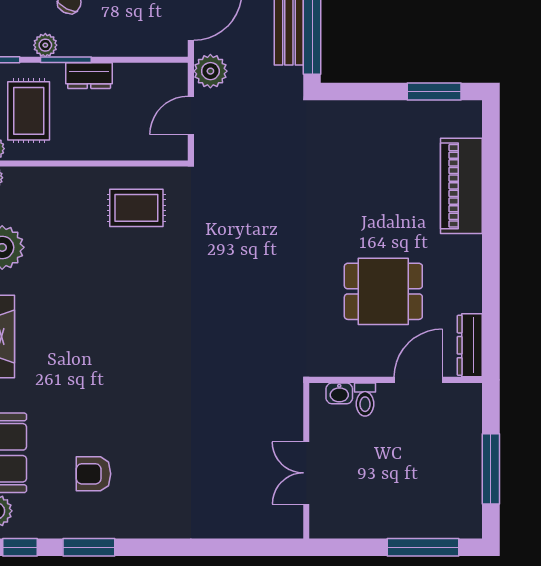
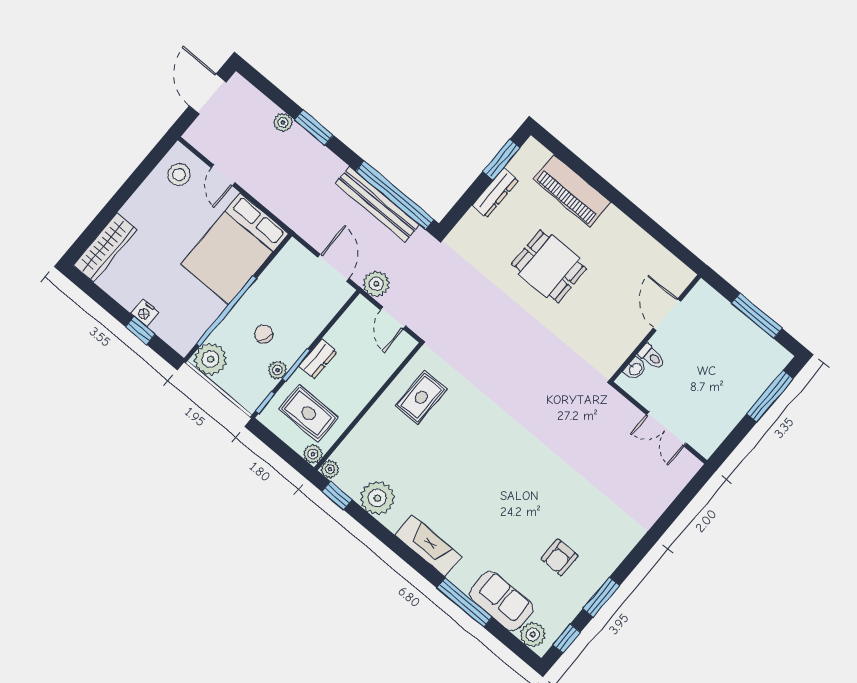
dining table: (383, 291) -> (549, 266), moved, turned 90
dresser: (470, 345) -> (495, 193), moved, turned -90

